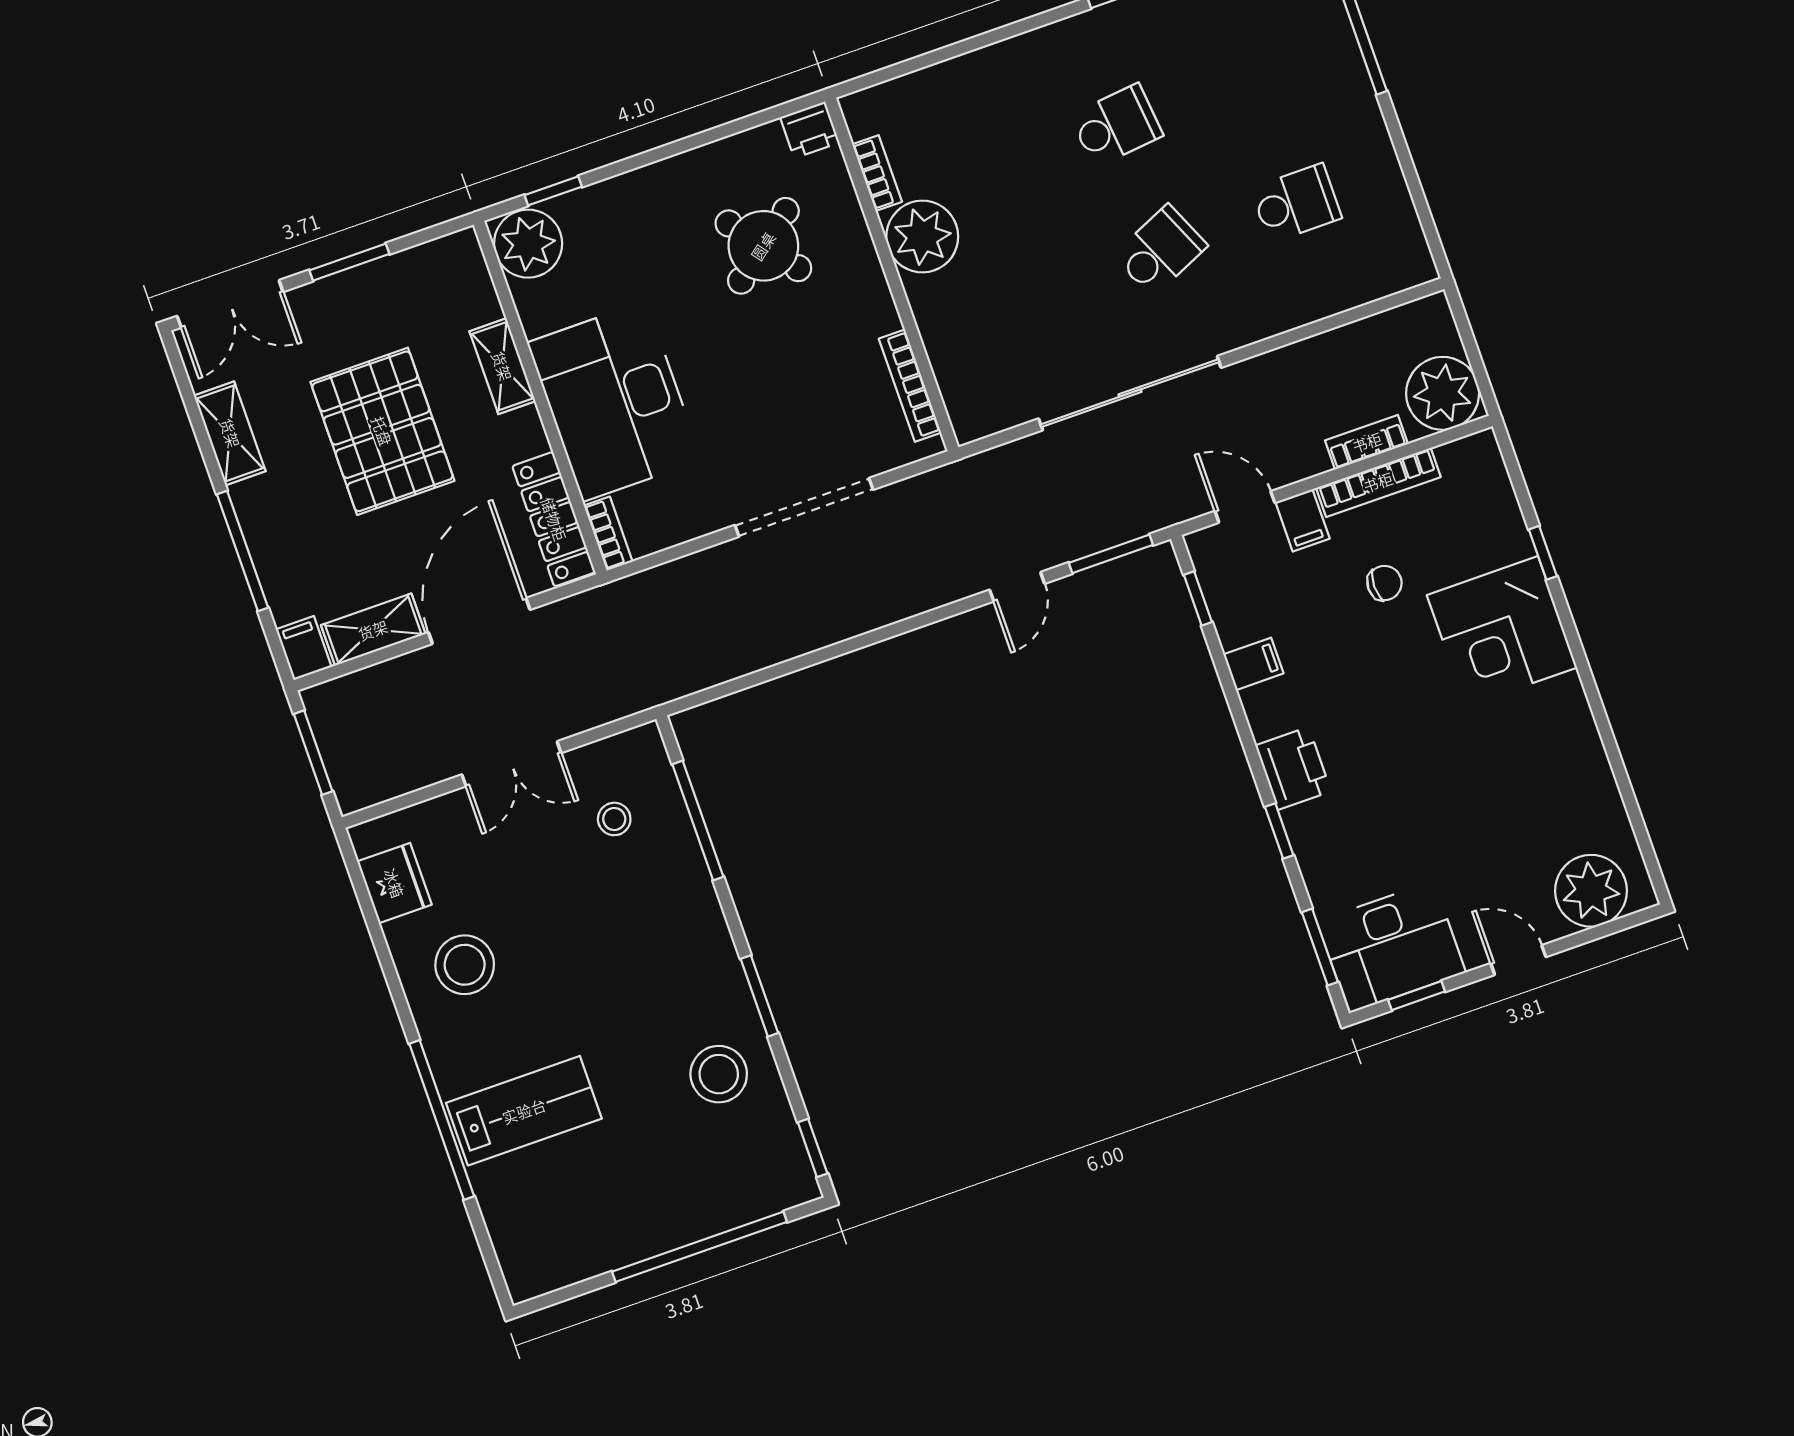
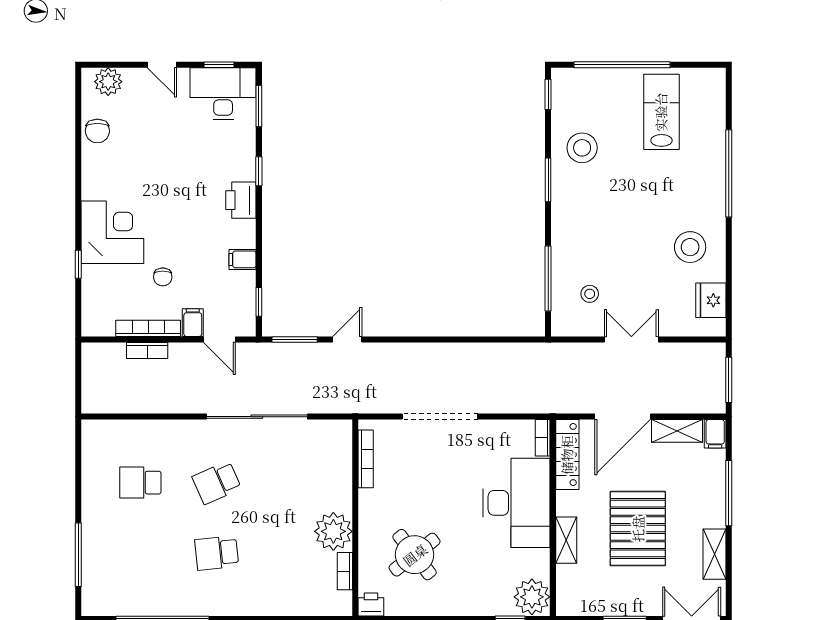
plant: (1443, 393) -> (100, 362), removed
chair: (1384, 583) -> (163, 277), turned -90
chair: (1592, 802) -> (97, 131), added
plant: (1591, 891) -> (108, 82), width x0.73, depth x0.73
lab bench: (524, 1111) -> (661, 112), moved, turned 90

